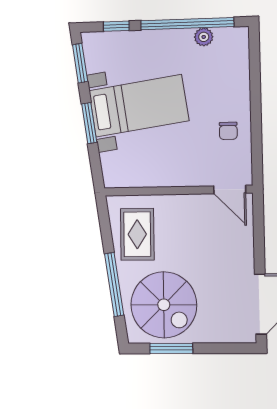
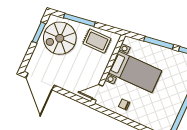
plant: (204, 37) -> (173, 114), removed
bed with nightstands: (139, 106) -> (135, 72), moved, turned -82
window: (89, 123) -> (159, 43), width x1.44

